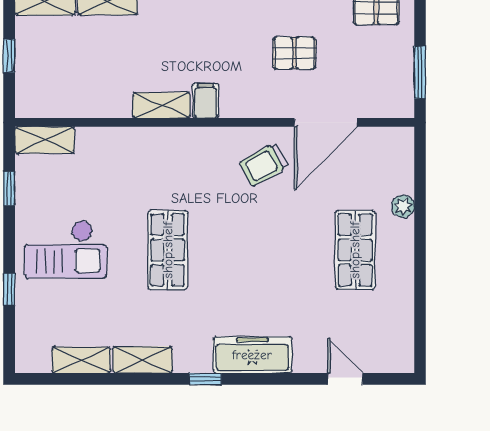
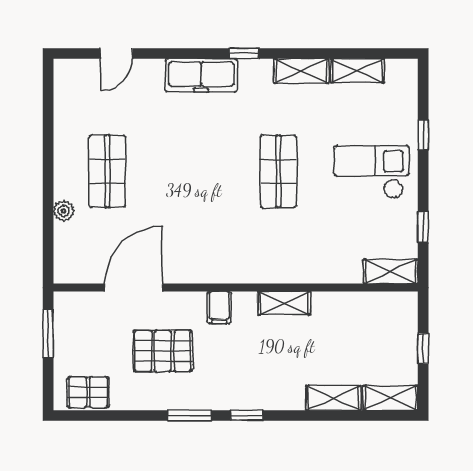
pallet: (294, 53) -> (163, 351), width x1.50, depth x1.42
filing cabinet: (206, 101) -> (219, 307), moved
trolley: (264, 164) -> (190, 249), removed
door: (345, 379) -> (116, 53), hinge flipped

